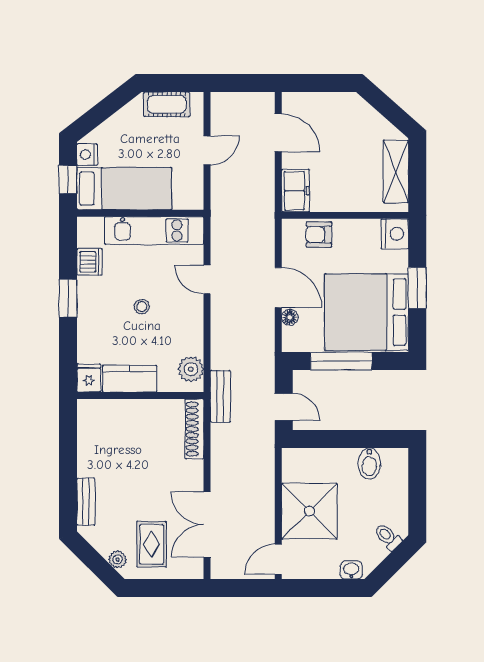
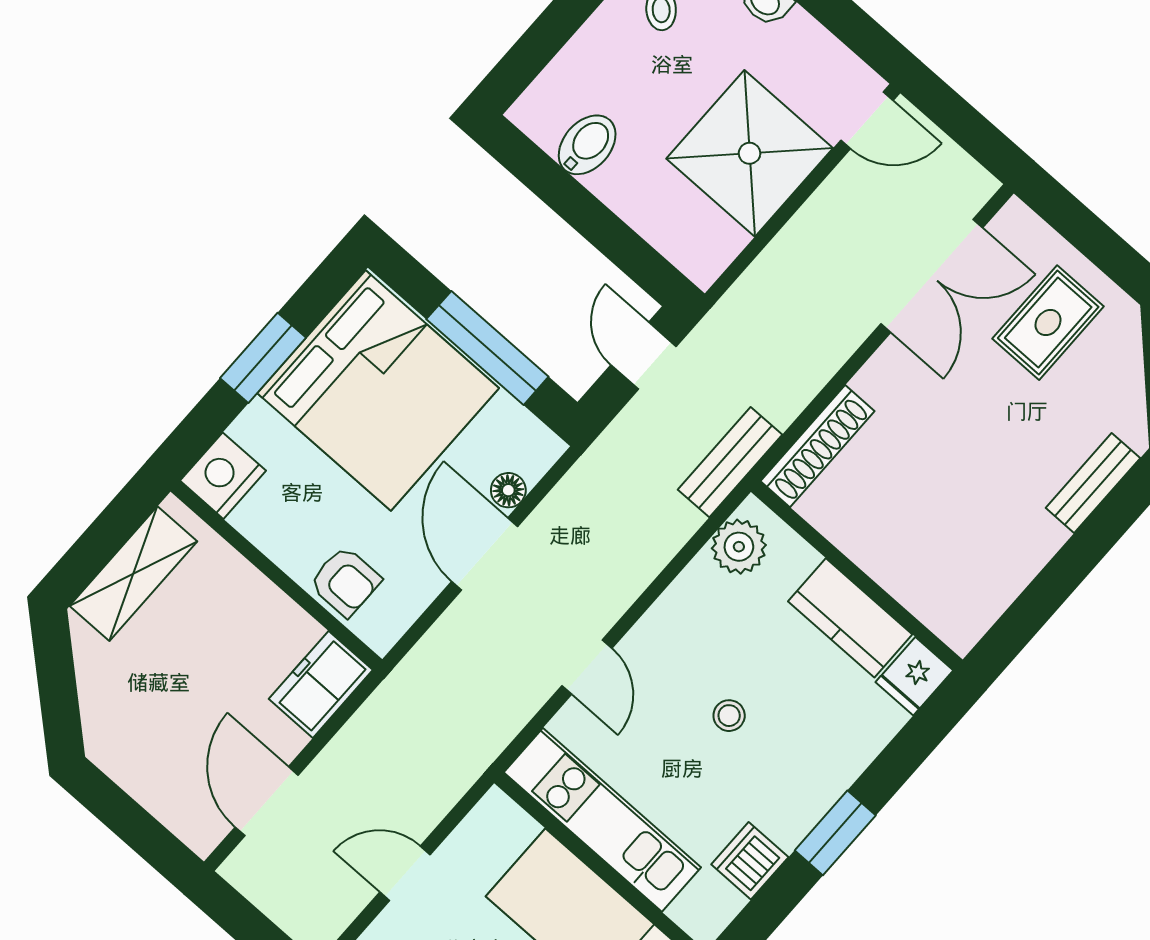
plant: (117, 559) -> (1124, 346), removed

